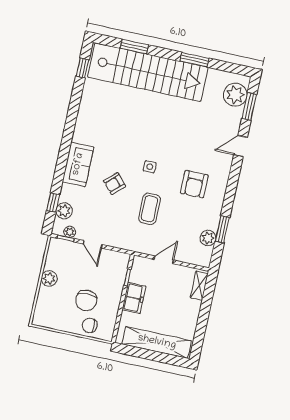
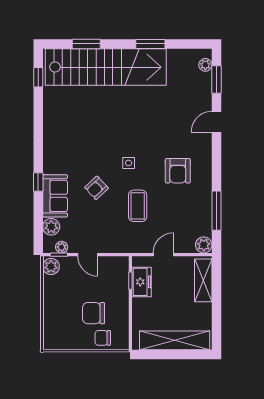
plant: (235, 95) -> (205, 65), width x0.53, depth x0.53
sofa: (78, 164) -> (55, 196), moved
window: (53, 203) -> (38, 182), moved
window: (222, 229) -> (216, 211), width x1.44
plant: (208, 238) -> (204, 245), moved
plant: (49, 278) -> (51, 267), moved
shelving: (199, 286) -> (203, 280), width x1.50, depth x1.33
freezer: (134, 298) -> (142, 282), moved
chair: (86, 300) -> (94, 313), turned 90

